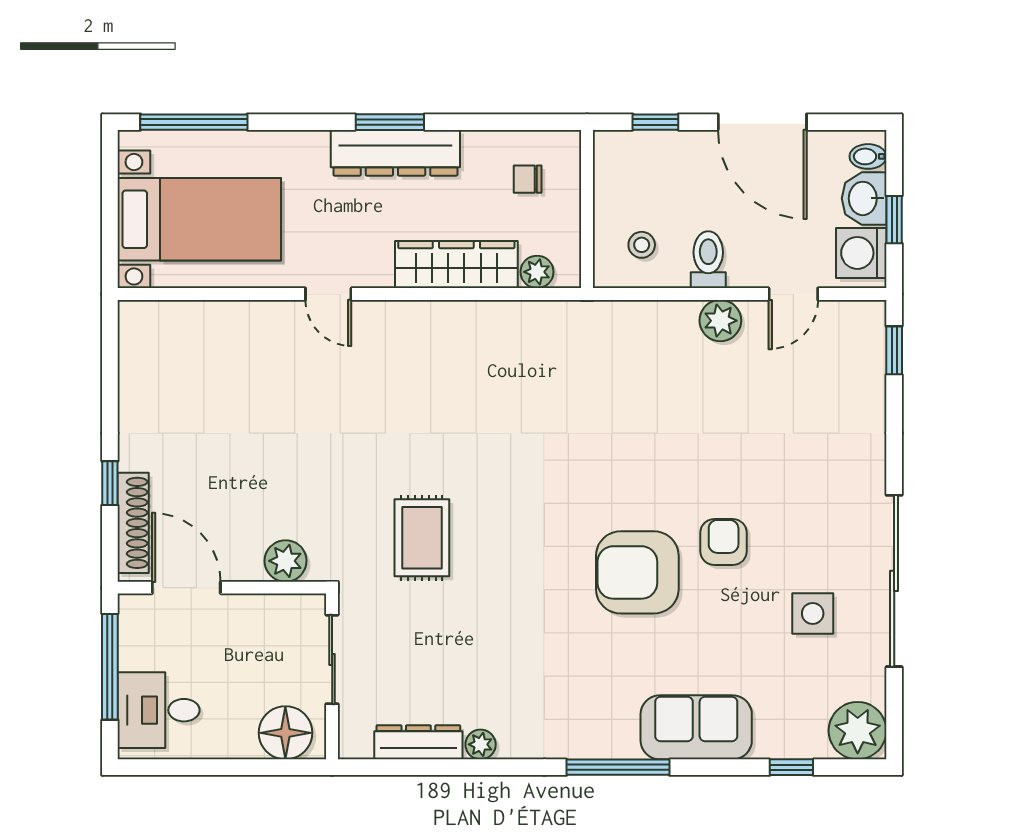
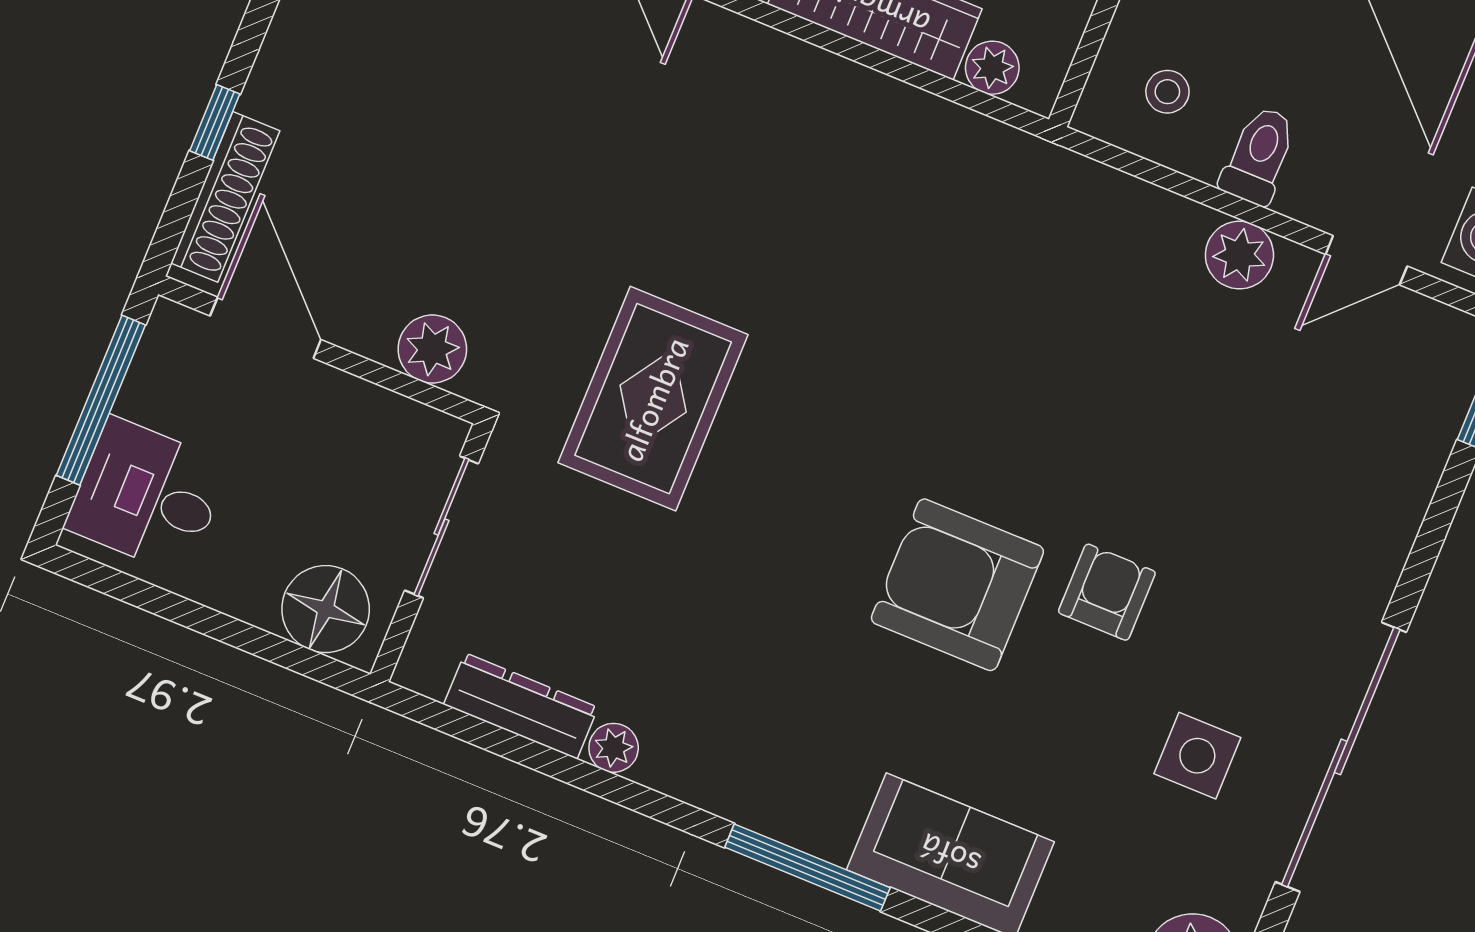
rug: (422, 538) -> (653, 399), width x1.36, depth x1.43

